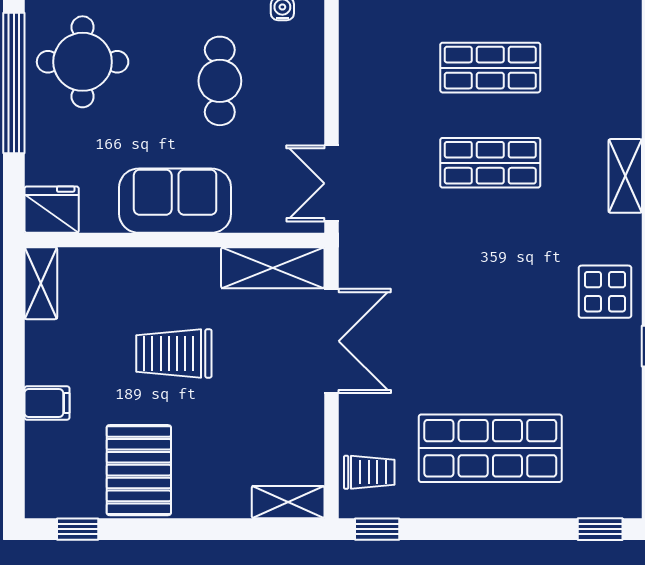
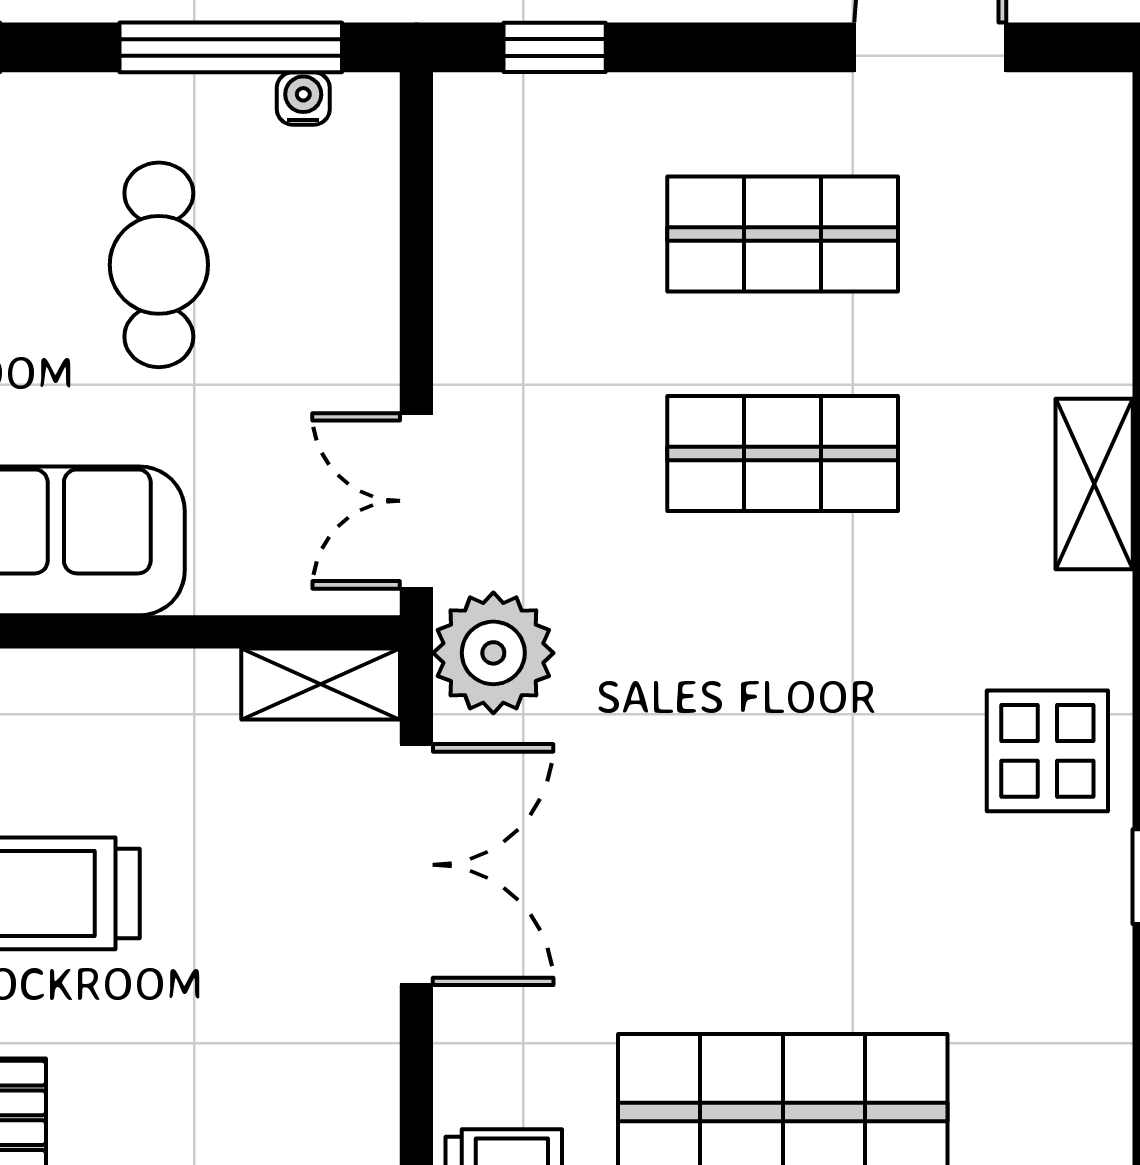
plant: (365, 249) -> (493, 653), added
shelving: (273, 268) -> (321, 684), width x0.67, depth x0.75

